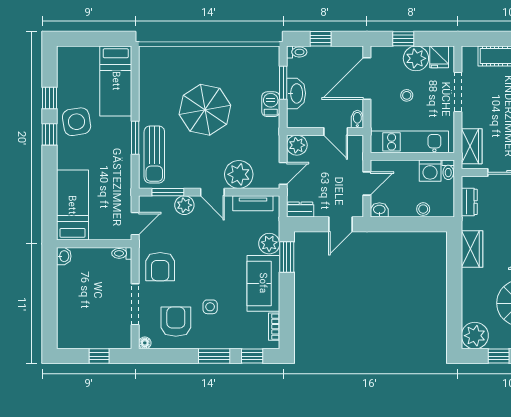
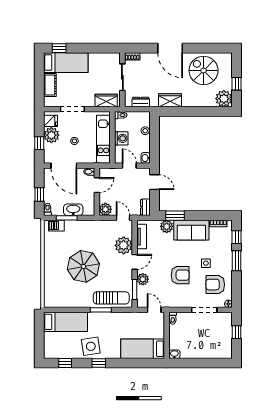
window: (50, 98) -> (65, 363), moved
barbecue: (271, 104) -> (56, 226), moved
washing machine: (430, 171) -> (121, 138), moved
armchair: (160, 267) -> (180, 275), moved

